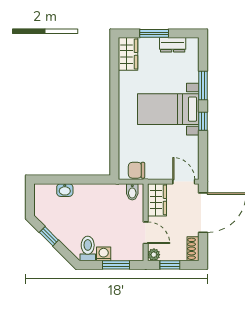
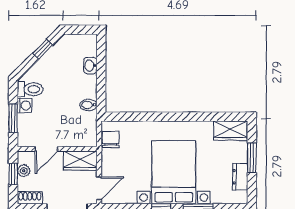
bed with nightstands: (168, 109) -> (174, 172), width x1.36
bidet: (132, 192) -> (88, 105), moved
plant: (154, 255) -> (24, 171), moved

